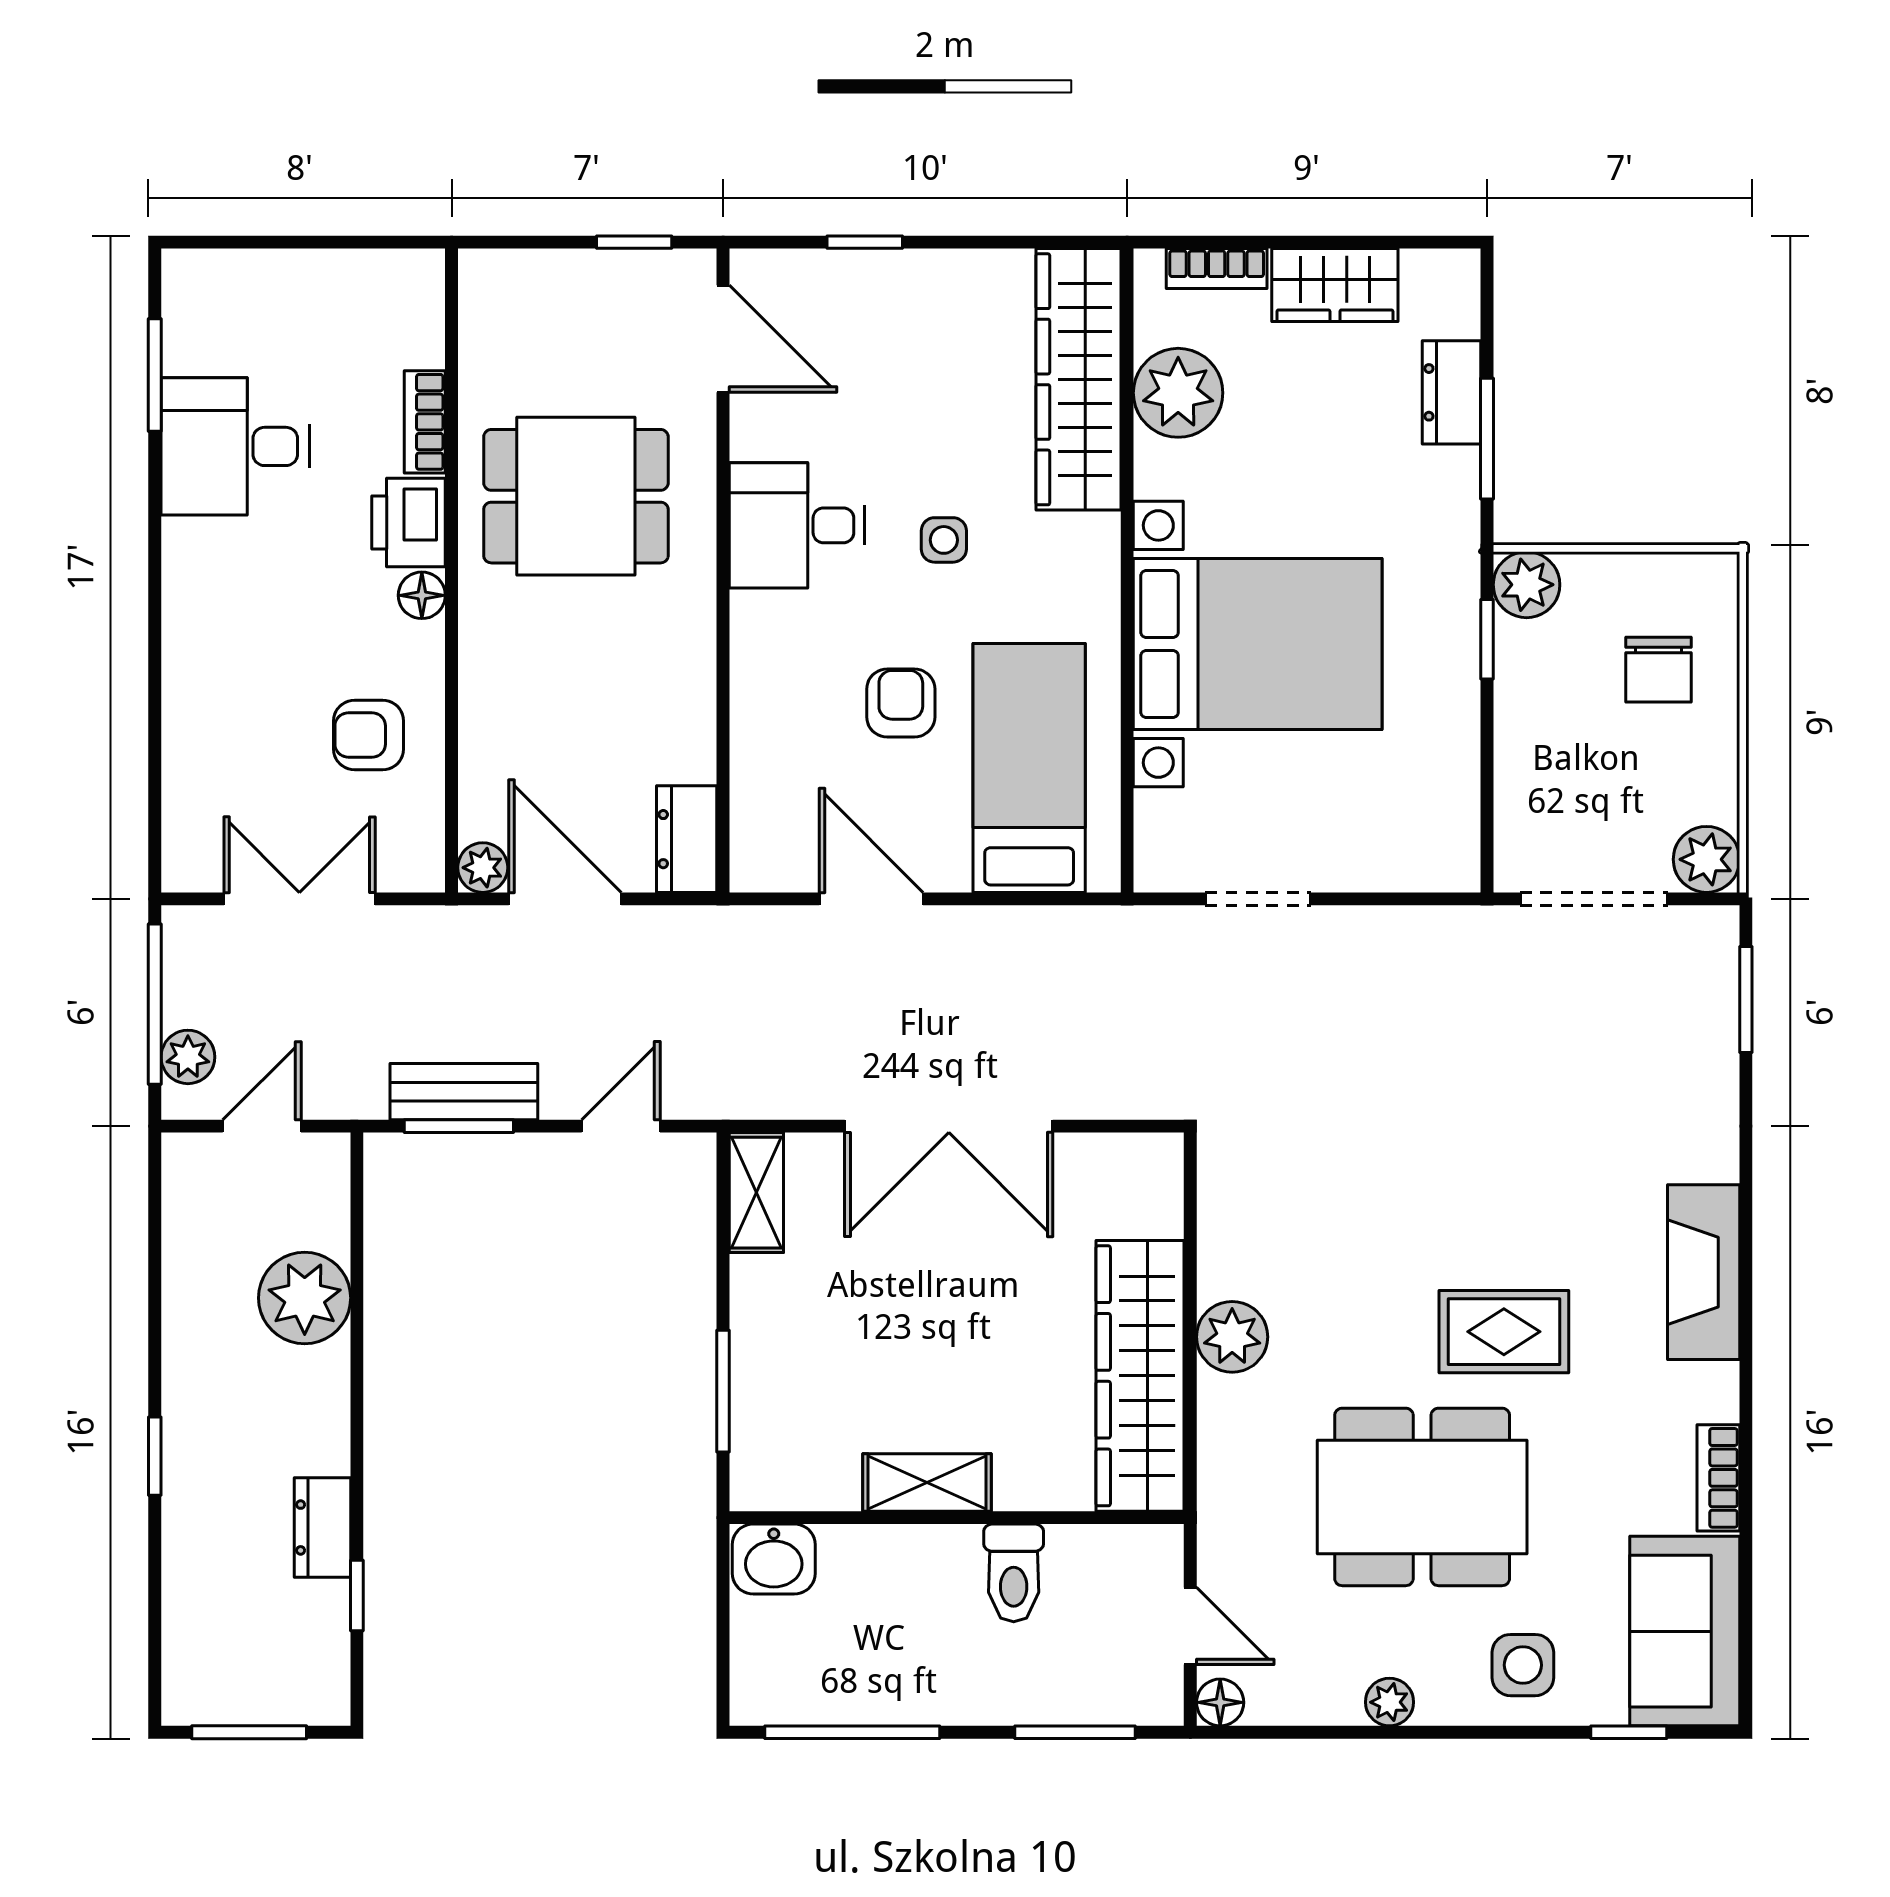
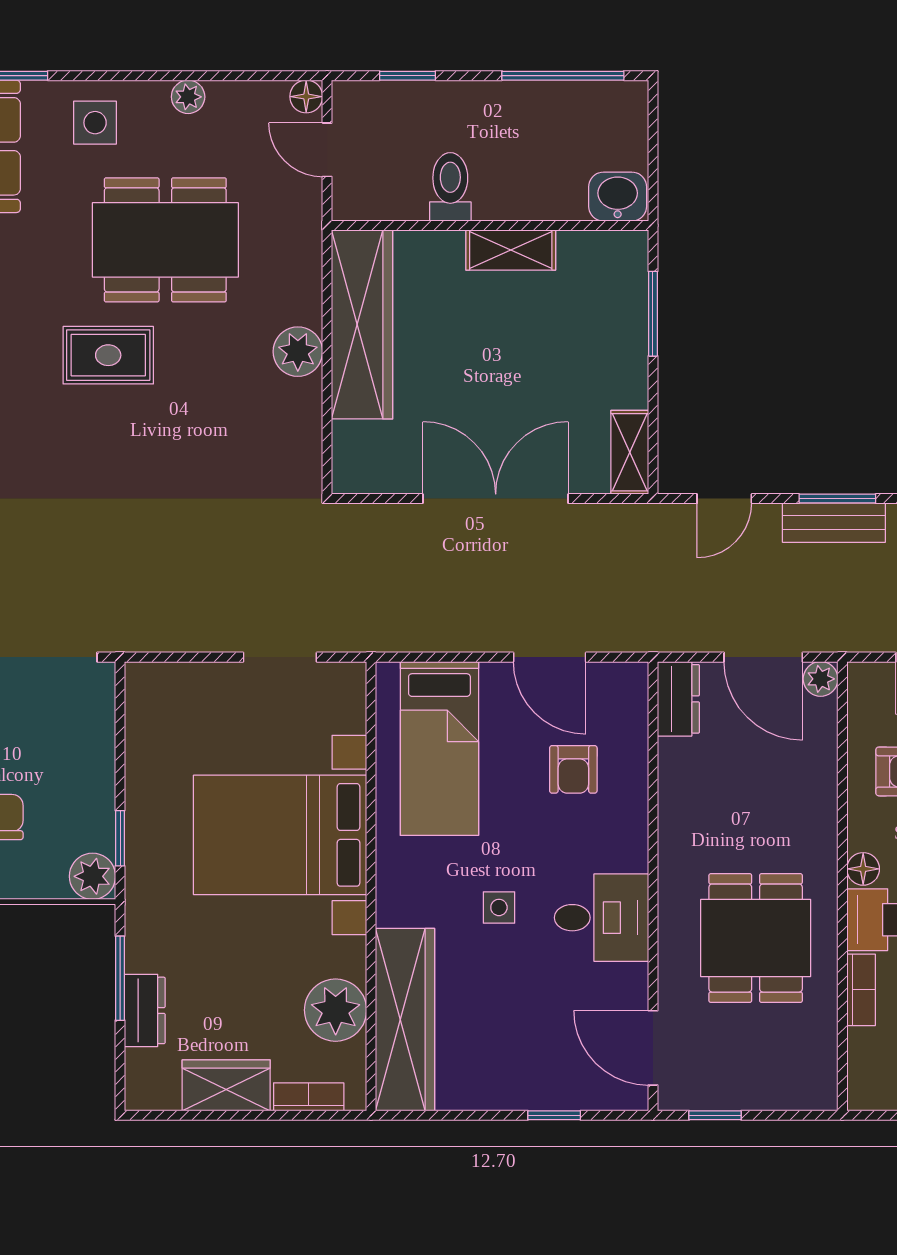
dining table: (576, 496) -> (756, 938), turned 90
armchair: (901, 703) -> (573, 769), moved
window: (1075, 1732) -> (407, 76), width x0.67

